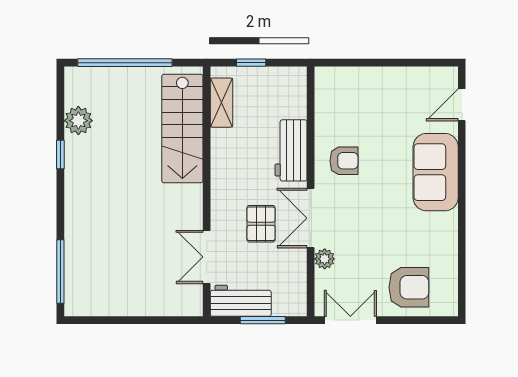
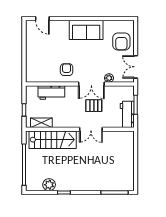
workbench: (291, 150) -> (51, 93), moved
sofa: (436, 172) -> (86, 30), moved
double door: (207, 257) -> (91, 129), moved
armchair: (409, 287) -> (121, 42), turned 180

